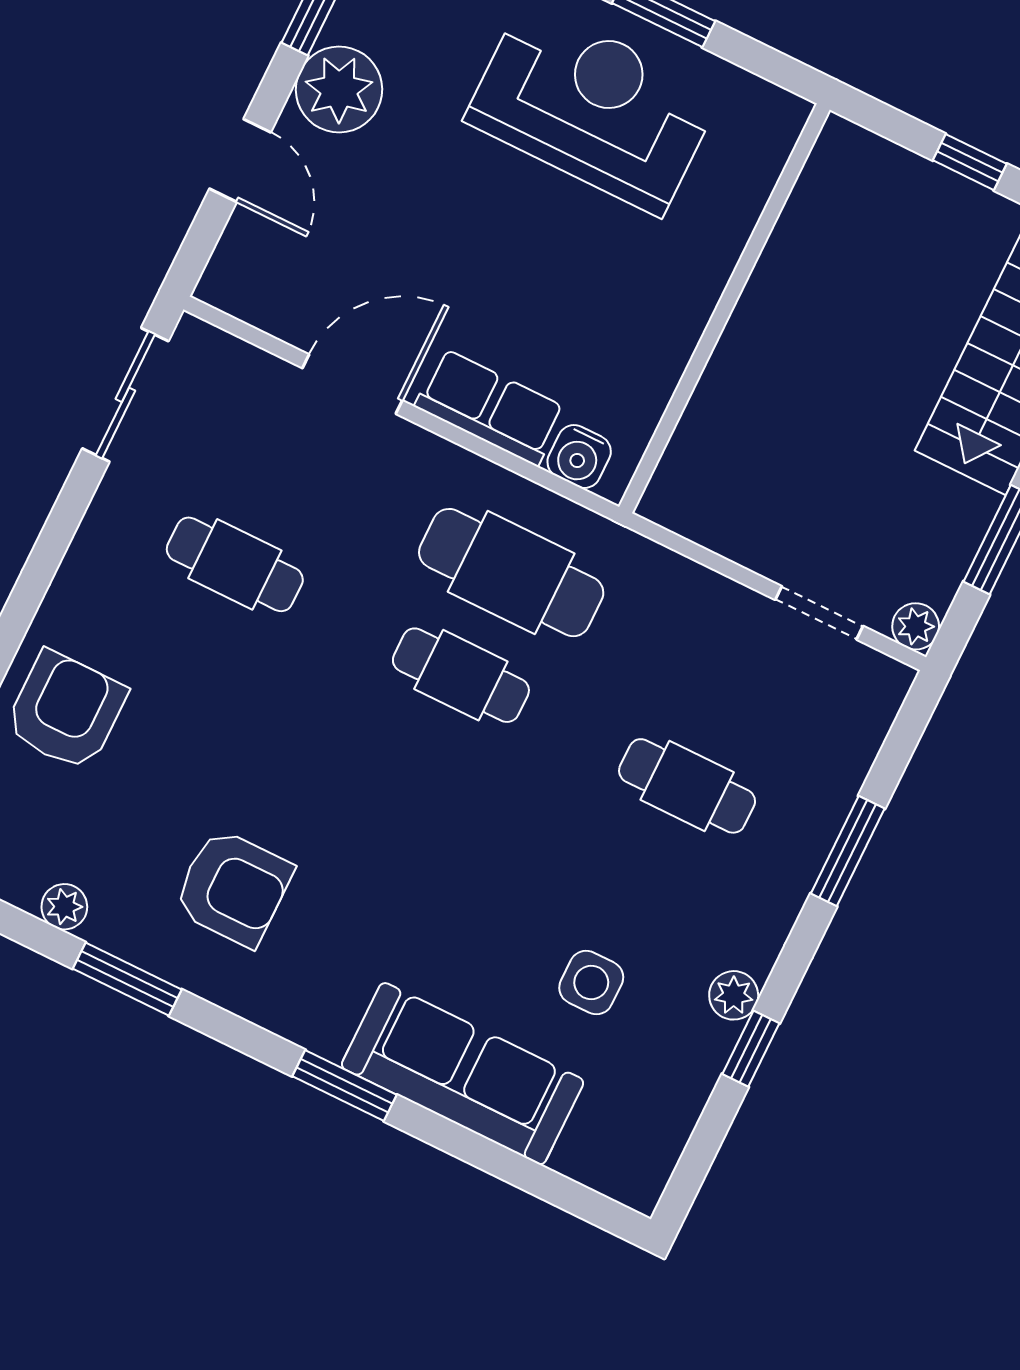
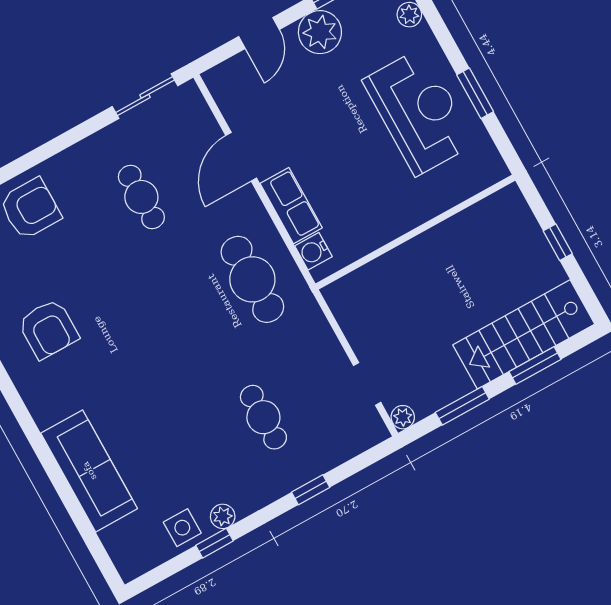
door: (352, 384) -> (241, 157), swing flipped
cafe table: (461, 675) -> (202, 307), removed
window: (848, 851) -> (311, 490), width x0.67
side table: (591, 983) -> (182, 528), moved
window: (345, 1086) -> (37, 442), removed

